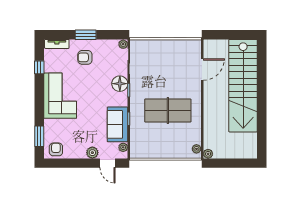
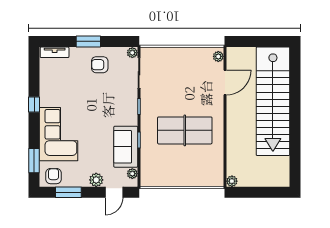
armchair: (85, 57) -> (100, 65), moved
window: (39, 67) -> (34, 105), moved
floor lamp: (120, 84) -> (128, 99), removed
corner sofa: (60, 96) -> (58, 134), moved
plant: (196, 149) -> (218, 56), moved
window: (69, 163) -> (68, 192), added
door: (107, 163) -> (114, 192), hinge flipped

